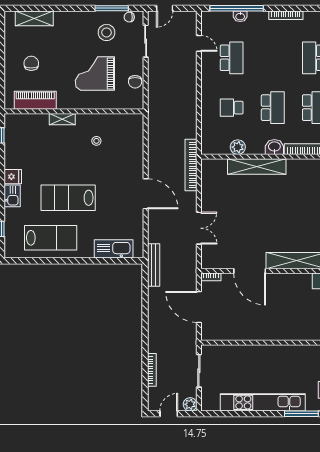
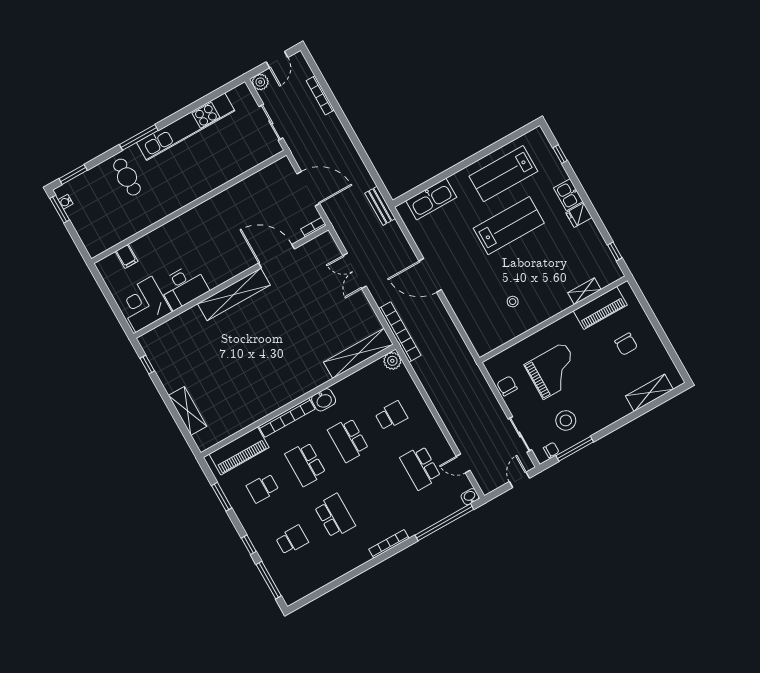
washbasin: (240, 16) -> (470, 497), moved
shelving: (62, 119) -> (584, 291), moved
plant: (238, 147) -> (392, 361), moved
shelving: (257, 166) -> (358, 353), moved
bench: (154, 265) -> (380, 206), width x0.73

